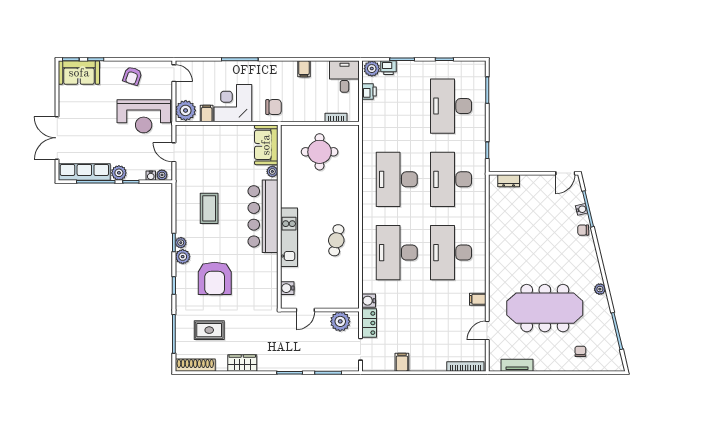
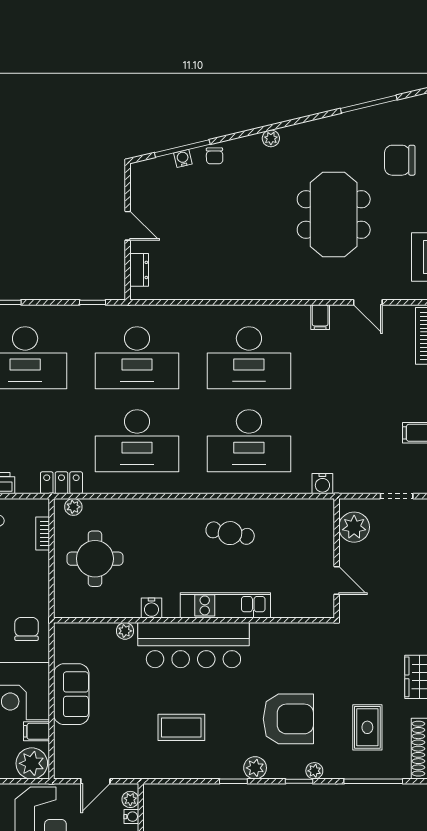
plant: (353, 138) -> (73, 507), added
sofa: (266, 145) -> (71, 694), moved, turned -90
door: (565, 173) -> (128, 226), moved
plant: (181, 243) -> (314, 771), moved
water cooler: (287, 288) -> (151, 608), moved
plant: (600, 289) -> (271, 138), moved
meeting table: (545, 308) -> (334, 214), width x0.73
locker: (369, 323) -> (61, 483), moved
chair: (580, 351) -> (400, 160), width x1.87, depth x1.87

